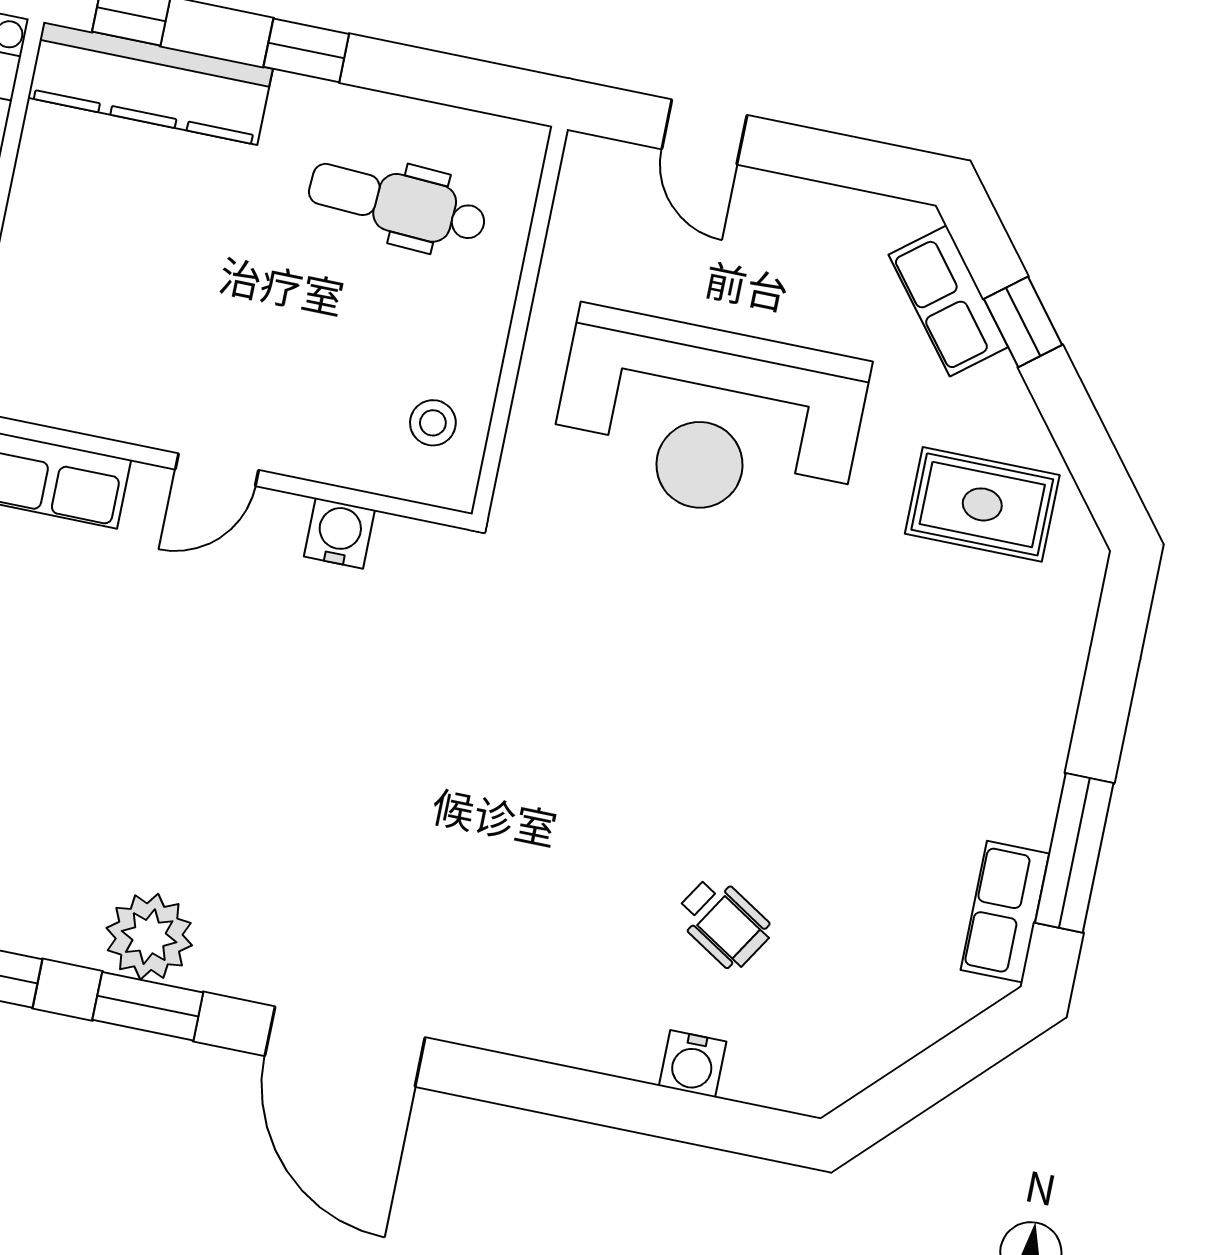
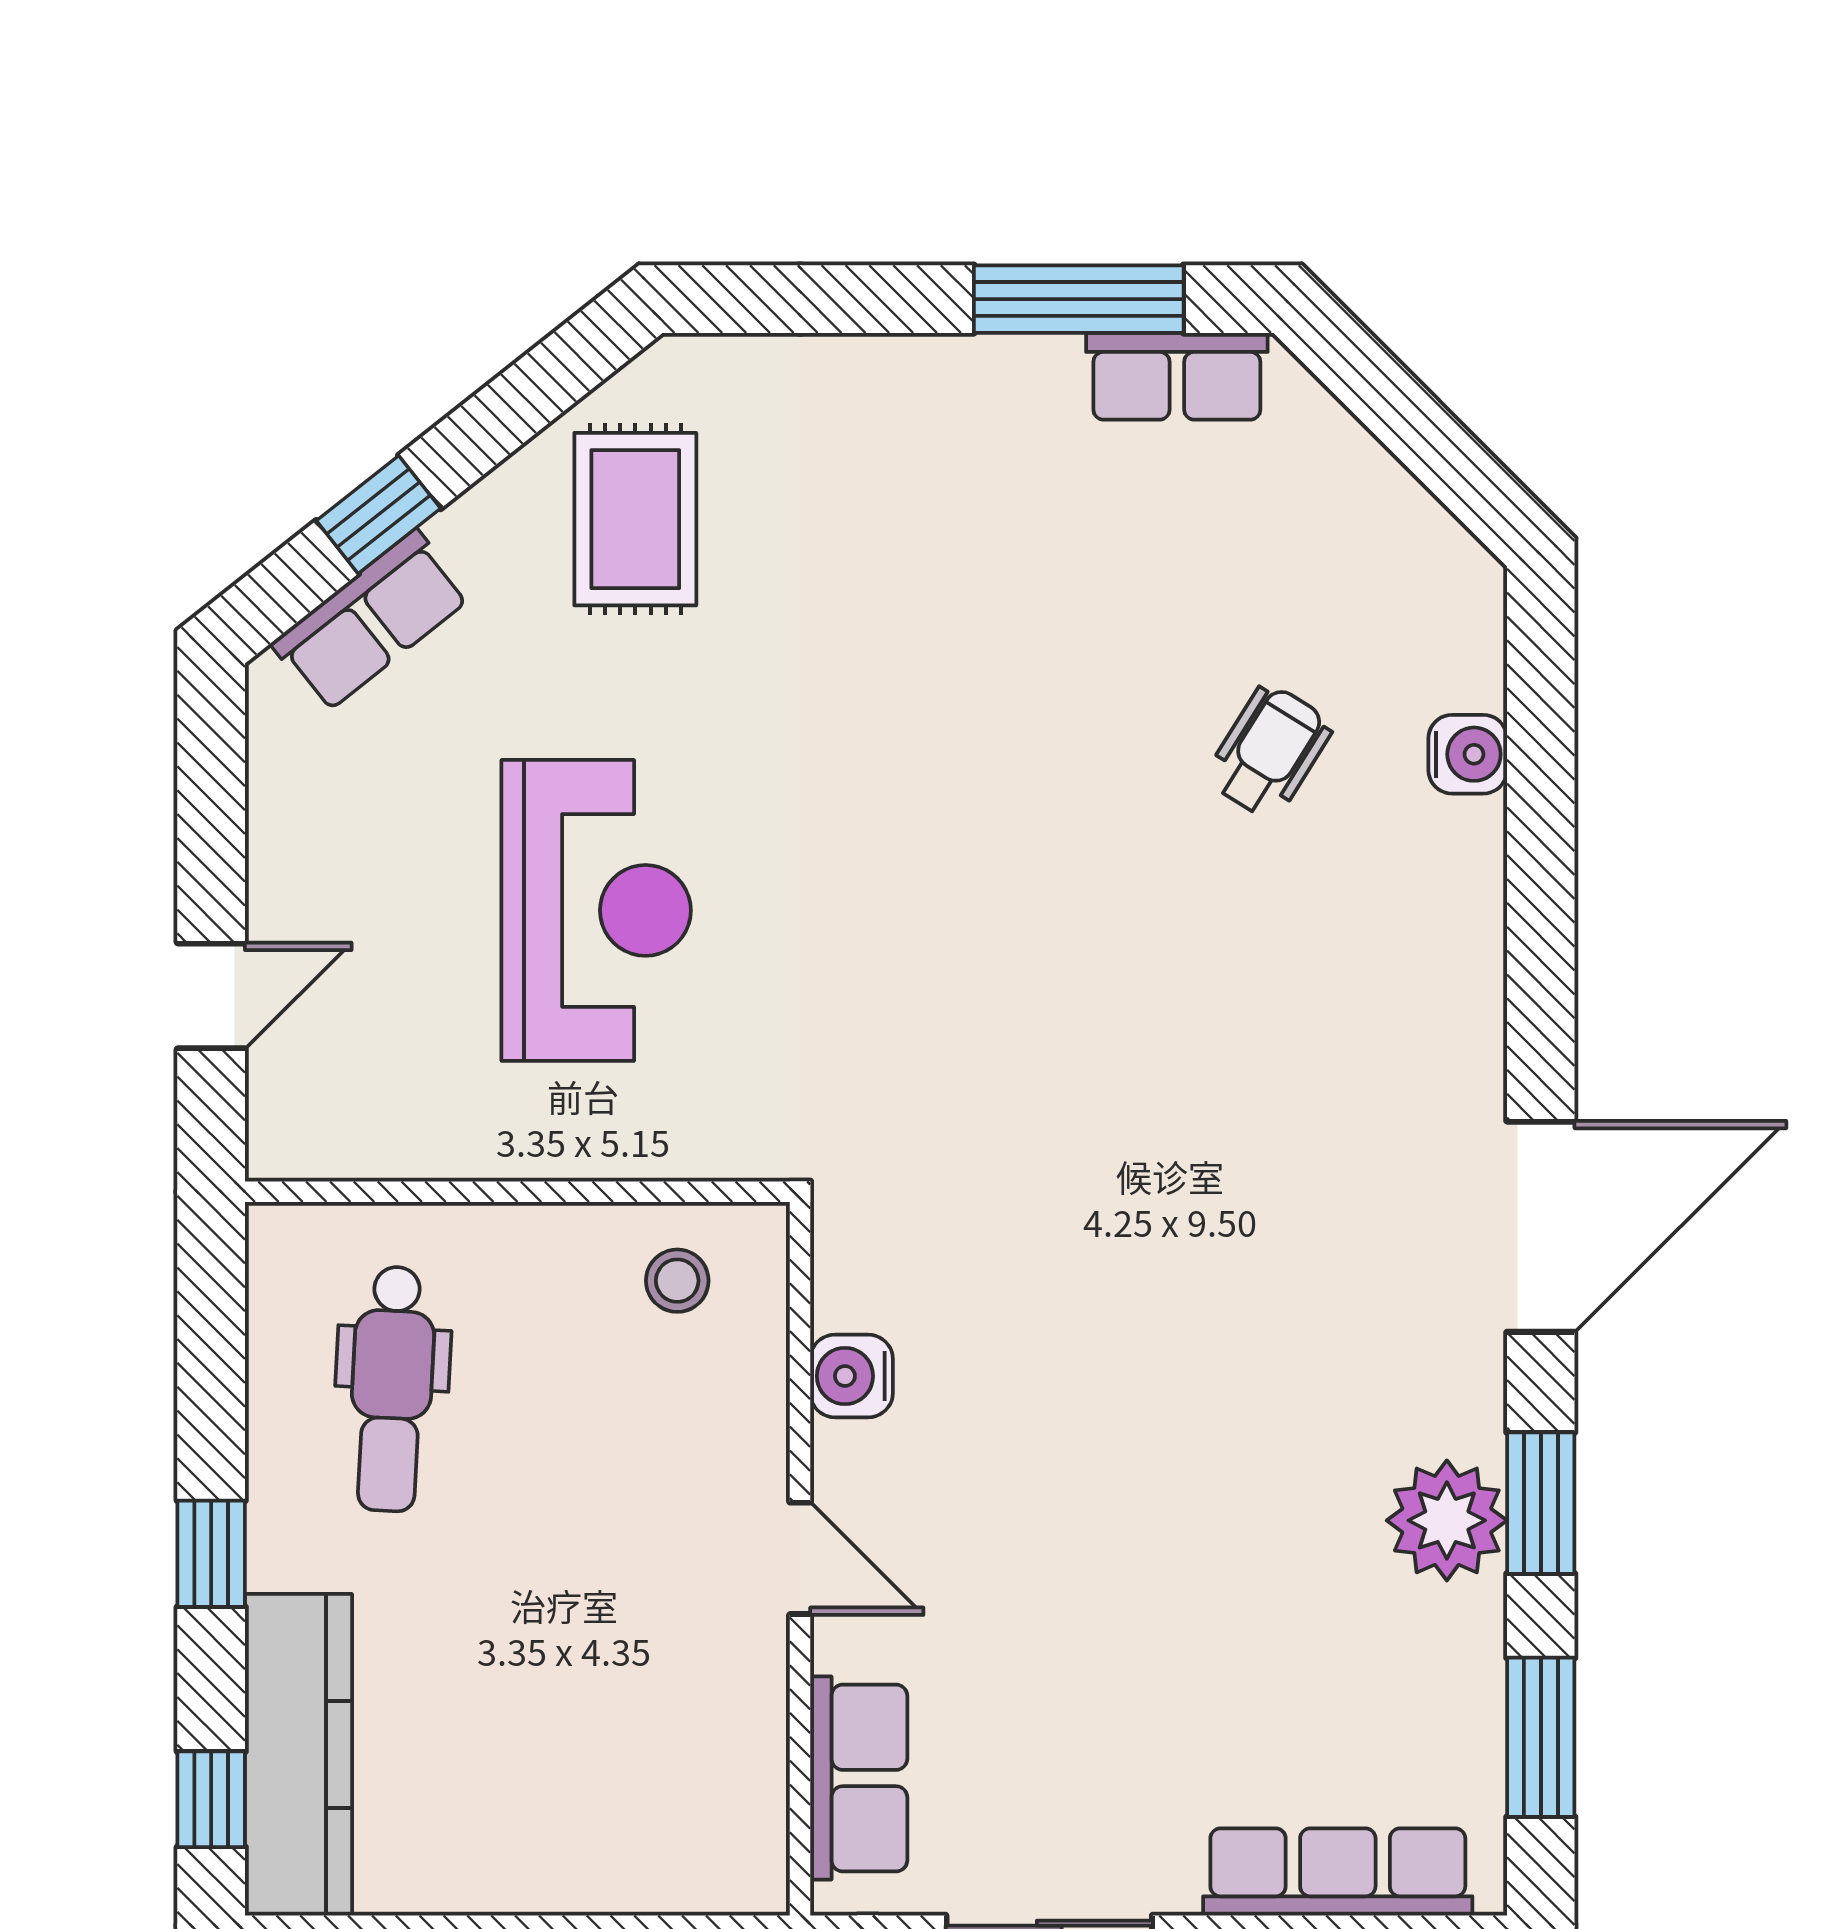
reception desk: (709, 419) -> (596, 910), width x0.74, depth x0.77

